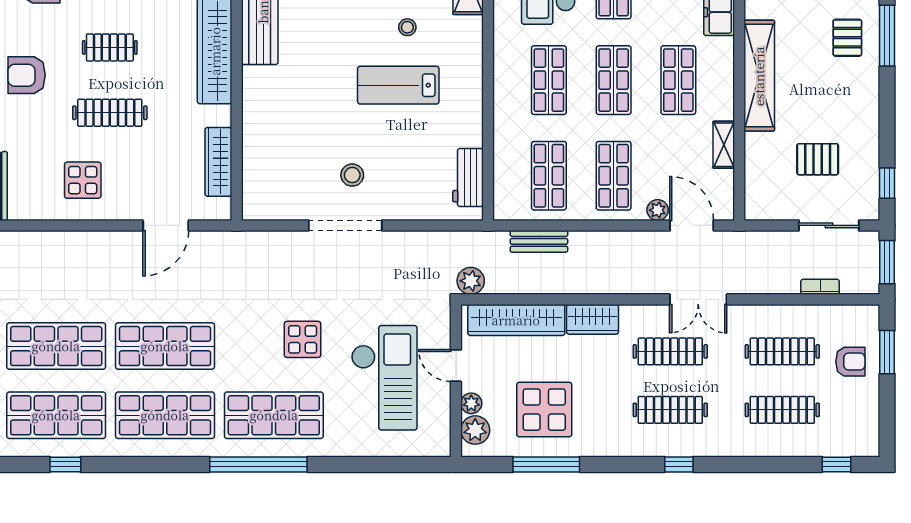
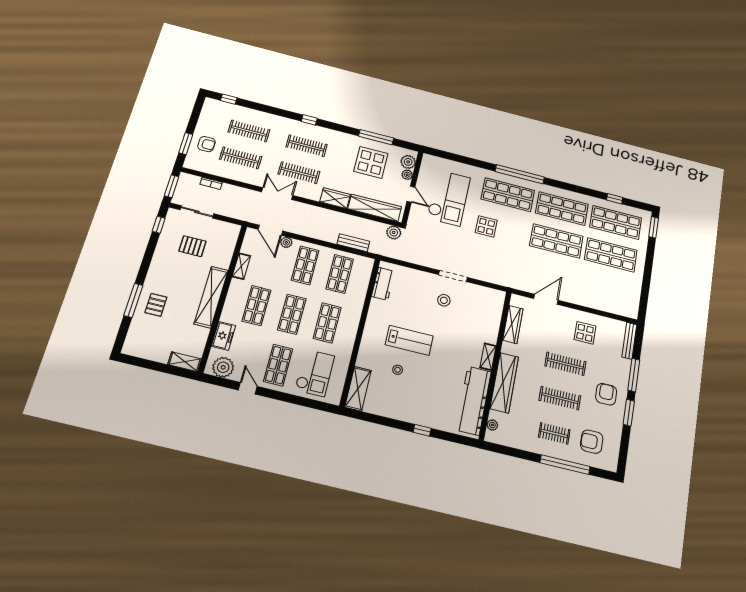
clothes rail: (110, 47) -> (560, 398), width x1.36
armchair: (27, 75) -> (606, 394), turned -90
shelving: (252, 91) -> (488, 357), added
doorway: (345, 225) -> (453, 276), width x0.73
armchair: (850, 362) -> (206, 144), turned 180
checkout: (384, 378) -> (449, 198), turned 180

